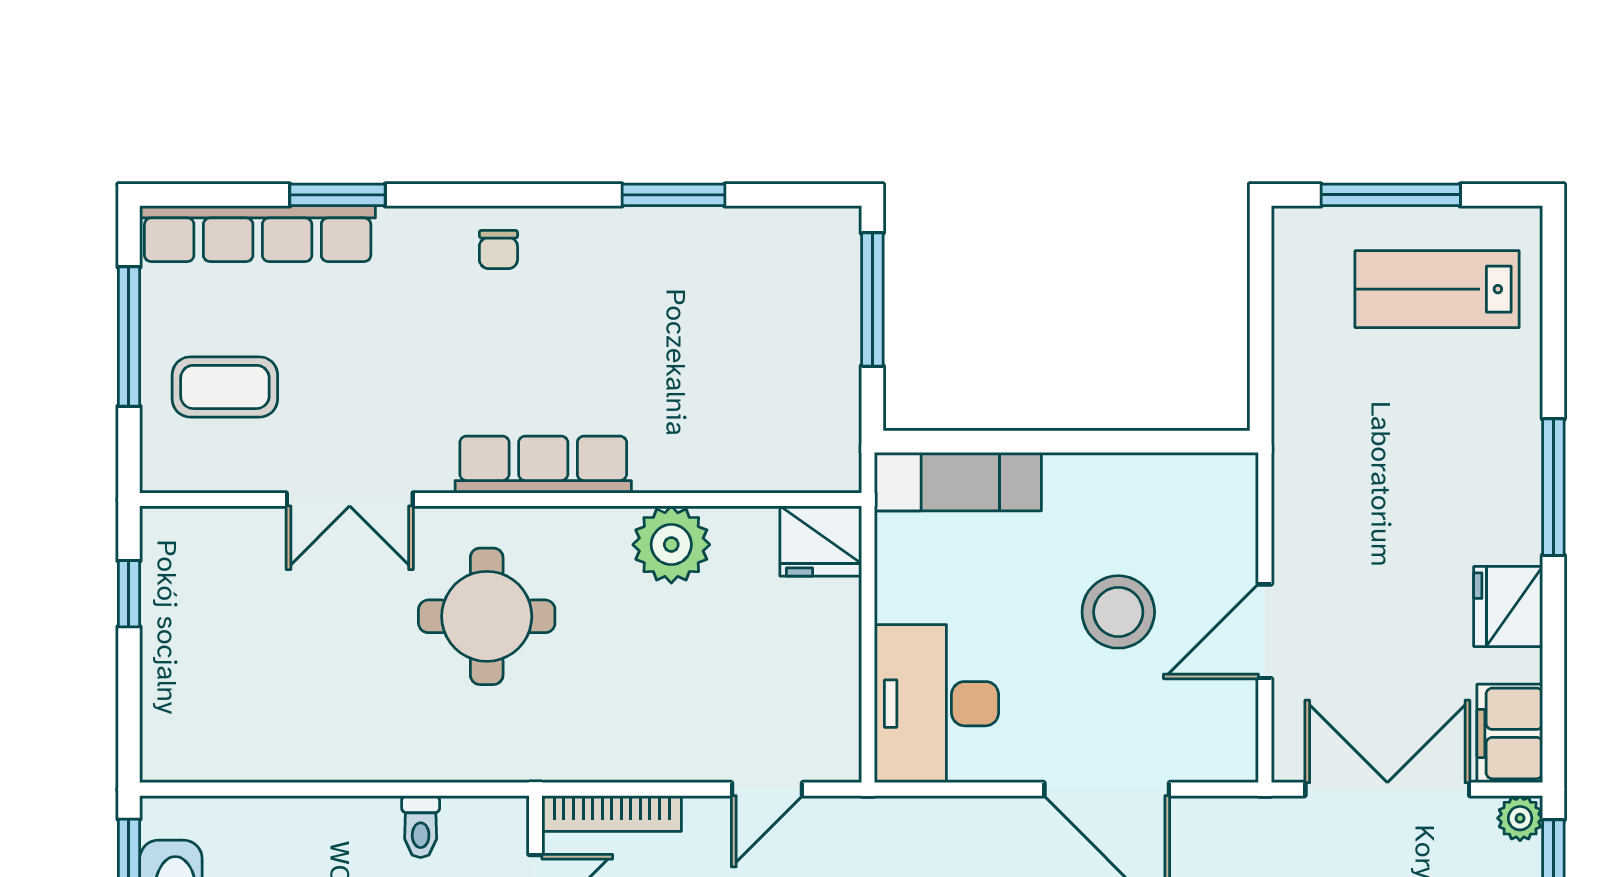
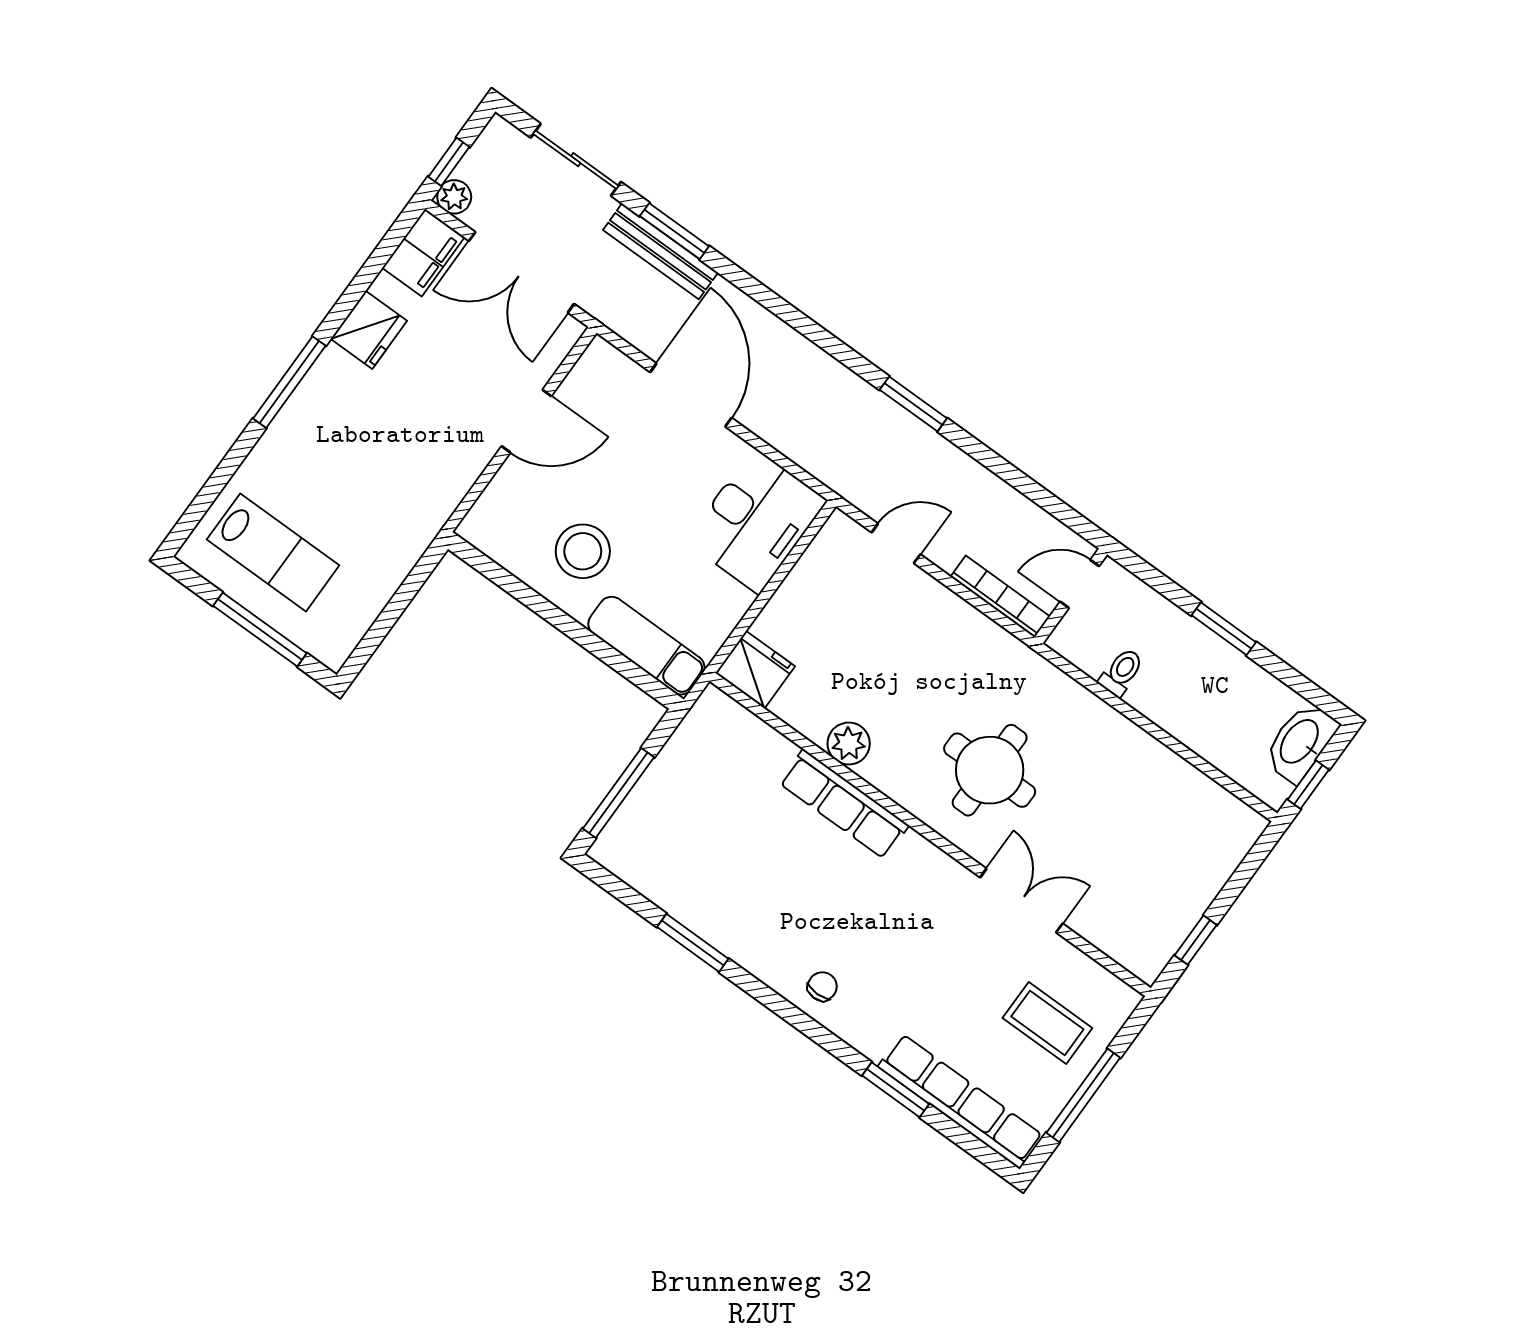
row of seats: (543, 465) -> (844, 804), moved
plant: (671, 545) -> (849, 744), width x0.73, depth x0.73
stool: (1118, 612) -> (583, 551), moved

